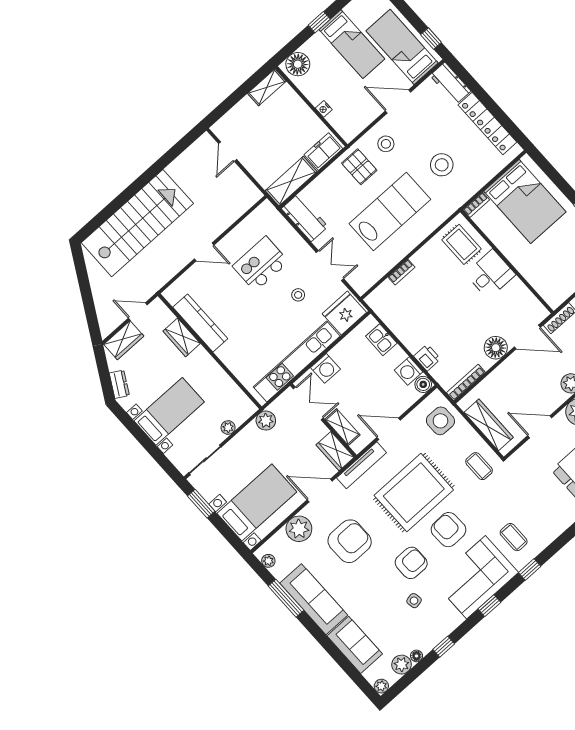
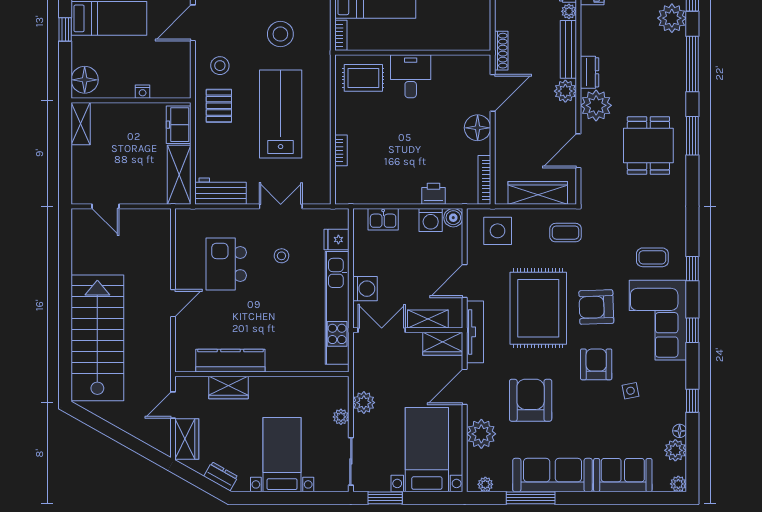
pallet: (359, 167) -> (219, 106), turned 90
fridge: (344, 313) -> (336, 240), width x0.53, depth x0.75
plant: (266, 421) -> (364, 403), moved

